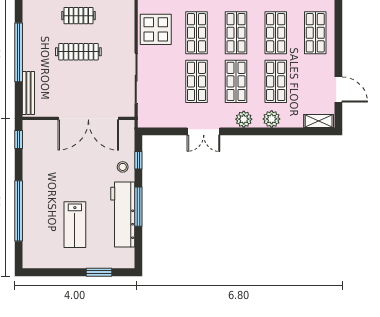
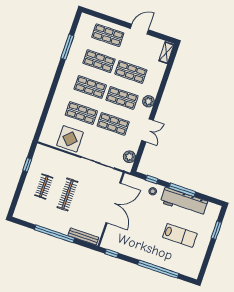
door: (338, 90) -> (139, 29), moved
plant: (272, 119) -> (129, 157), moved

